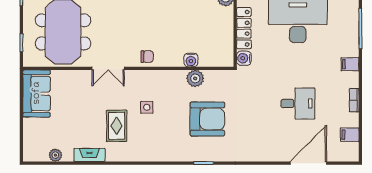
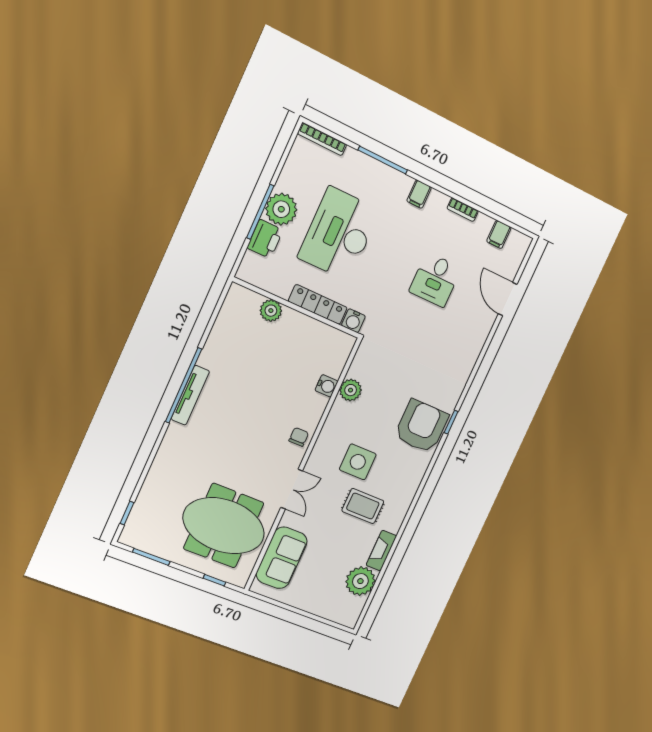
sofa: (37, 93) -> (282, 558), moved, turned 90
desk: (298, 103) -> (435, 280), turned 180
side table: (147, 107) -> (358, 462), width x1.87, depth x1.87
armchair: (207, 119) -> (421, 426), moved
plant: (55, 155) -> (360, 581), width x1.88, depth x1.88
door: (308, 163) -> (508, 299), width x0.73

